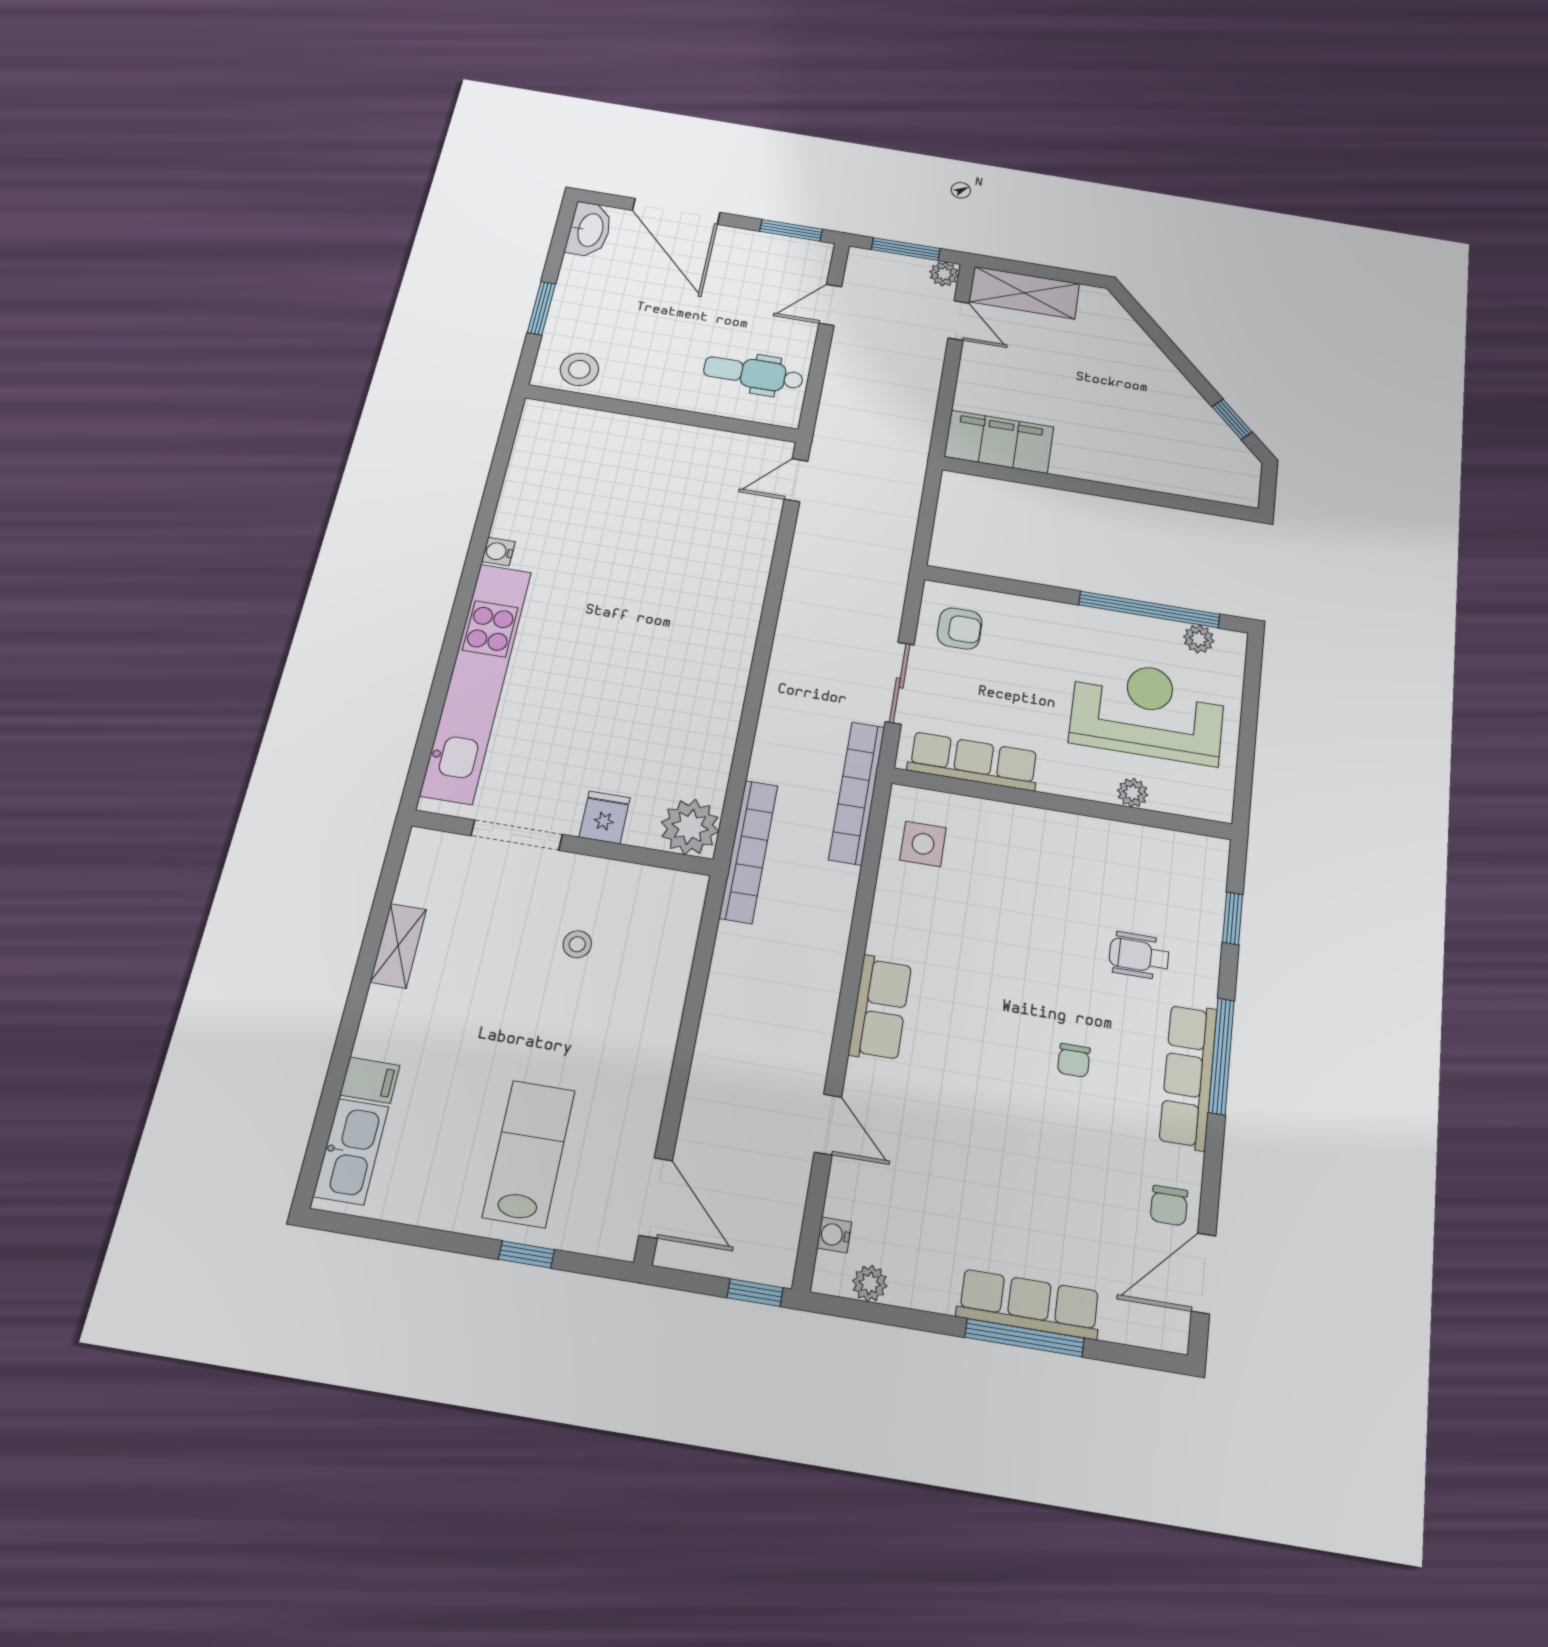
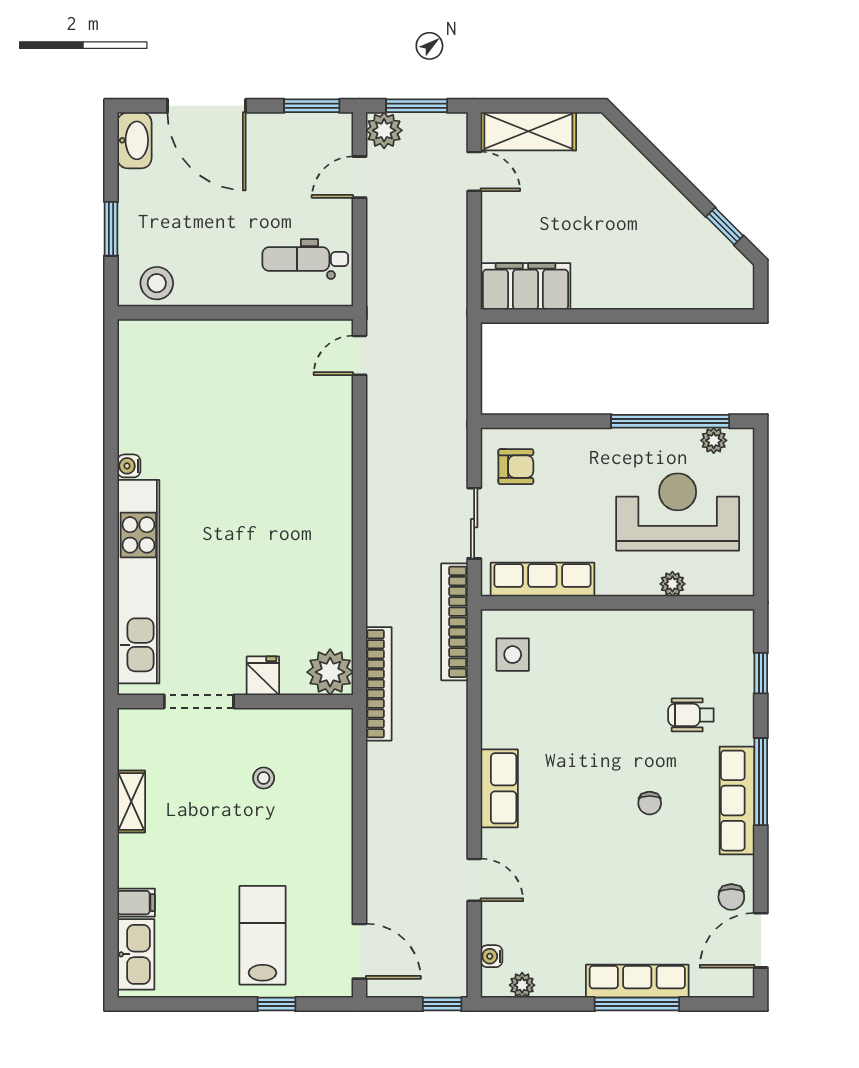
plant: (944, 274) -> (384, 130), moved, width x1.38, depth x1.38

